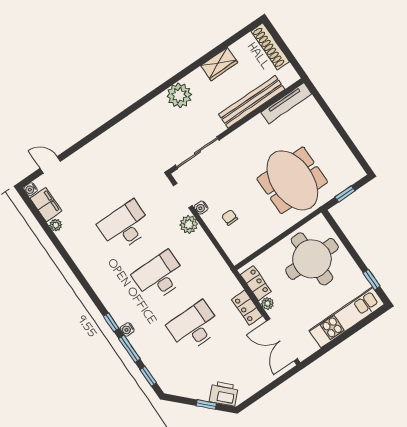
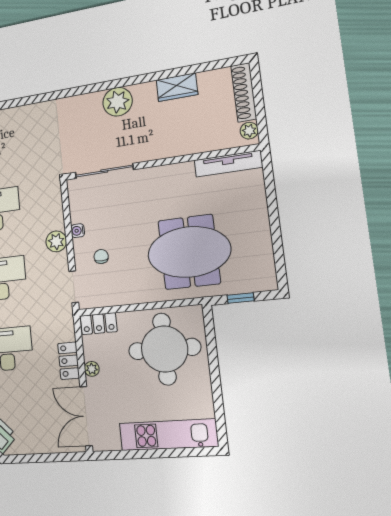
plant: (289, 72) -> (249, 131), added
bench: (252, 102) -> (190, 144), removed
meeting table: (292, 180) -> (189, 252), turned 90
doorway: (183, 196) -> (74, 287), moved
window: (372, 280) -> (219, 410), removed
locker: (256, 283) -> (99, 324), moved, turned 90

